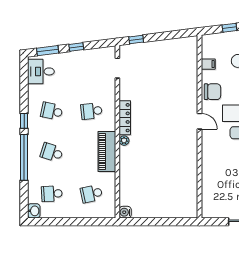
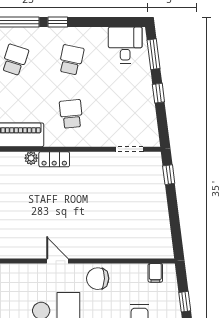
filing cabinet: (208, 64) -> (155, 273), moved
chair: (212, 92) -> (98, 279), turned 91
locker: (125, 118) -> (54, 159), width x0.66
door: (199, 121) -> (57, 261), swing flipped

